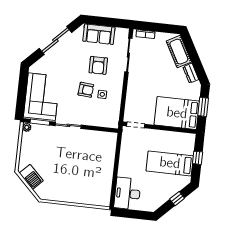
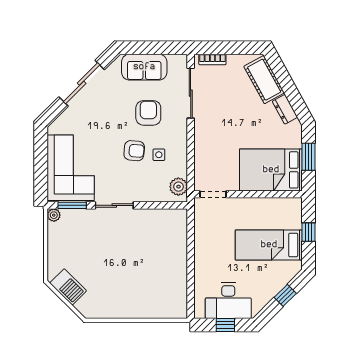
armchair: (98, 65) -> (148, 113), turned 180
plant: (113, 117) -> (178, 187), added
desk: (127, 194) -> (228, 301), moved, turned -90
window: (134, 214) -> (225, 325), added

